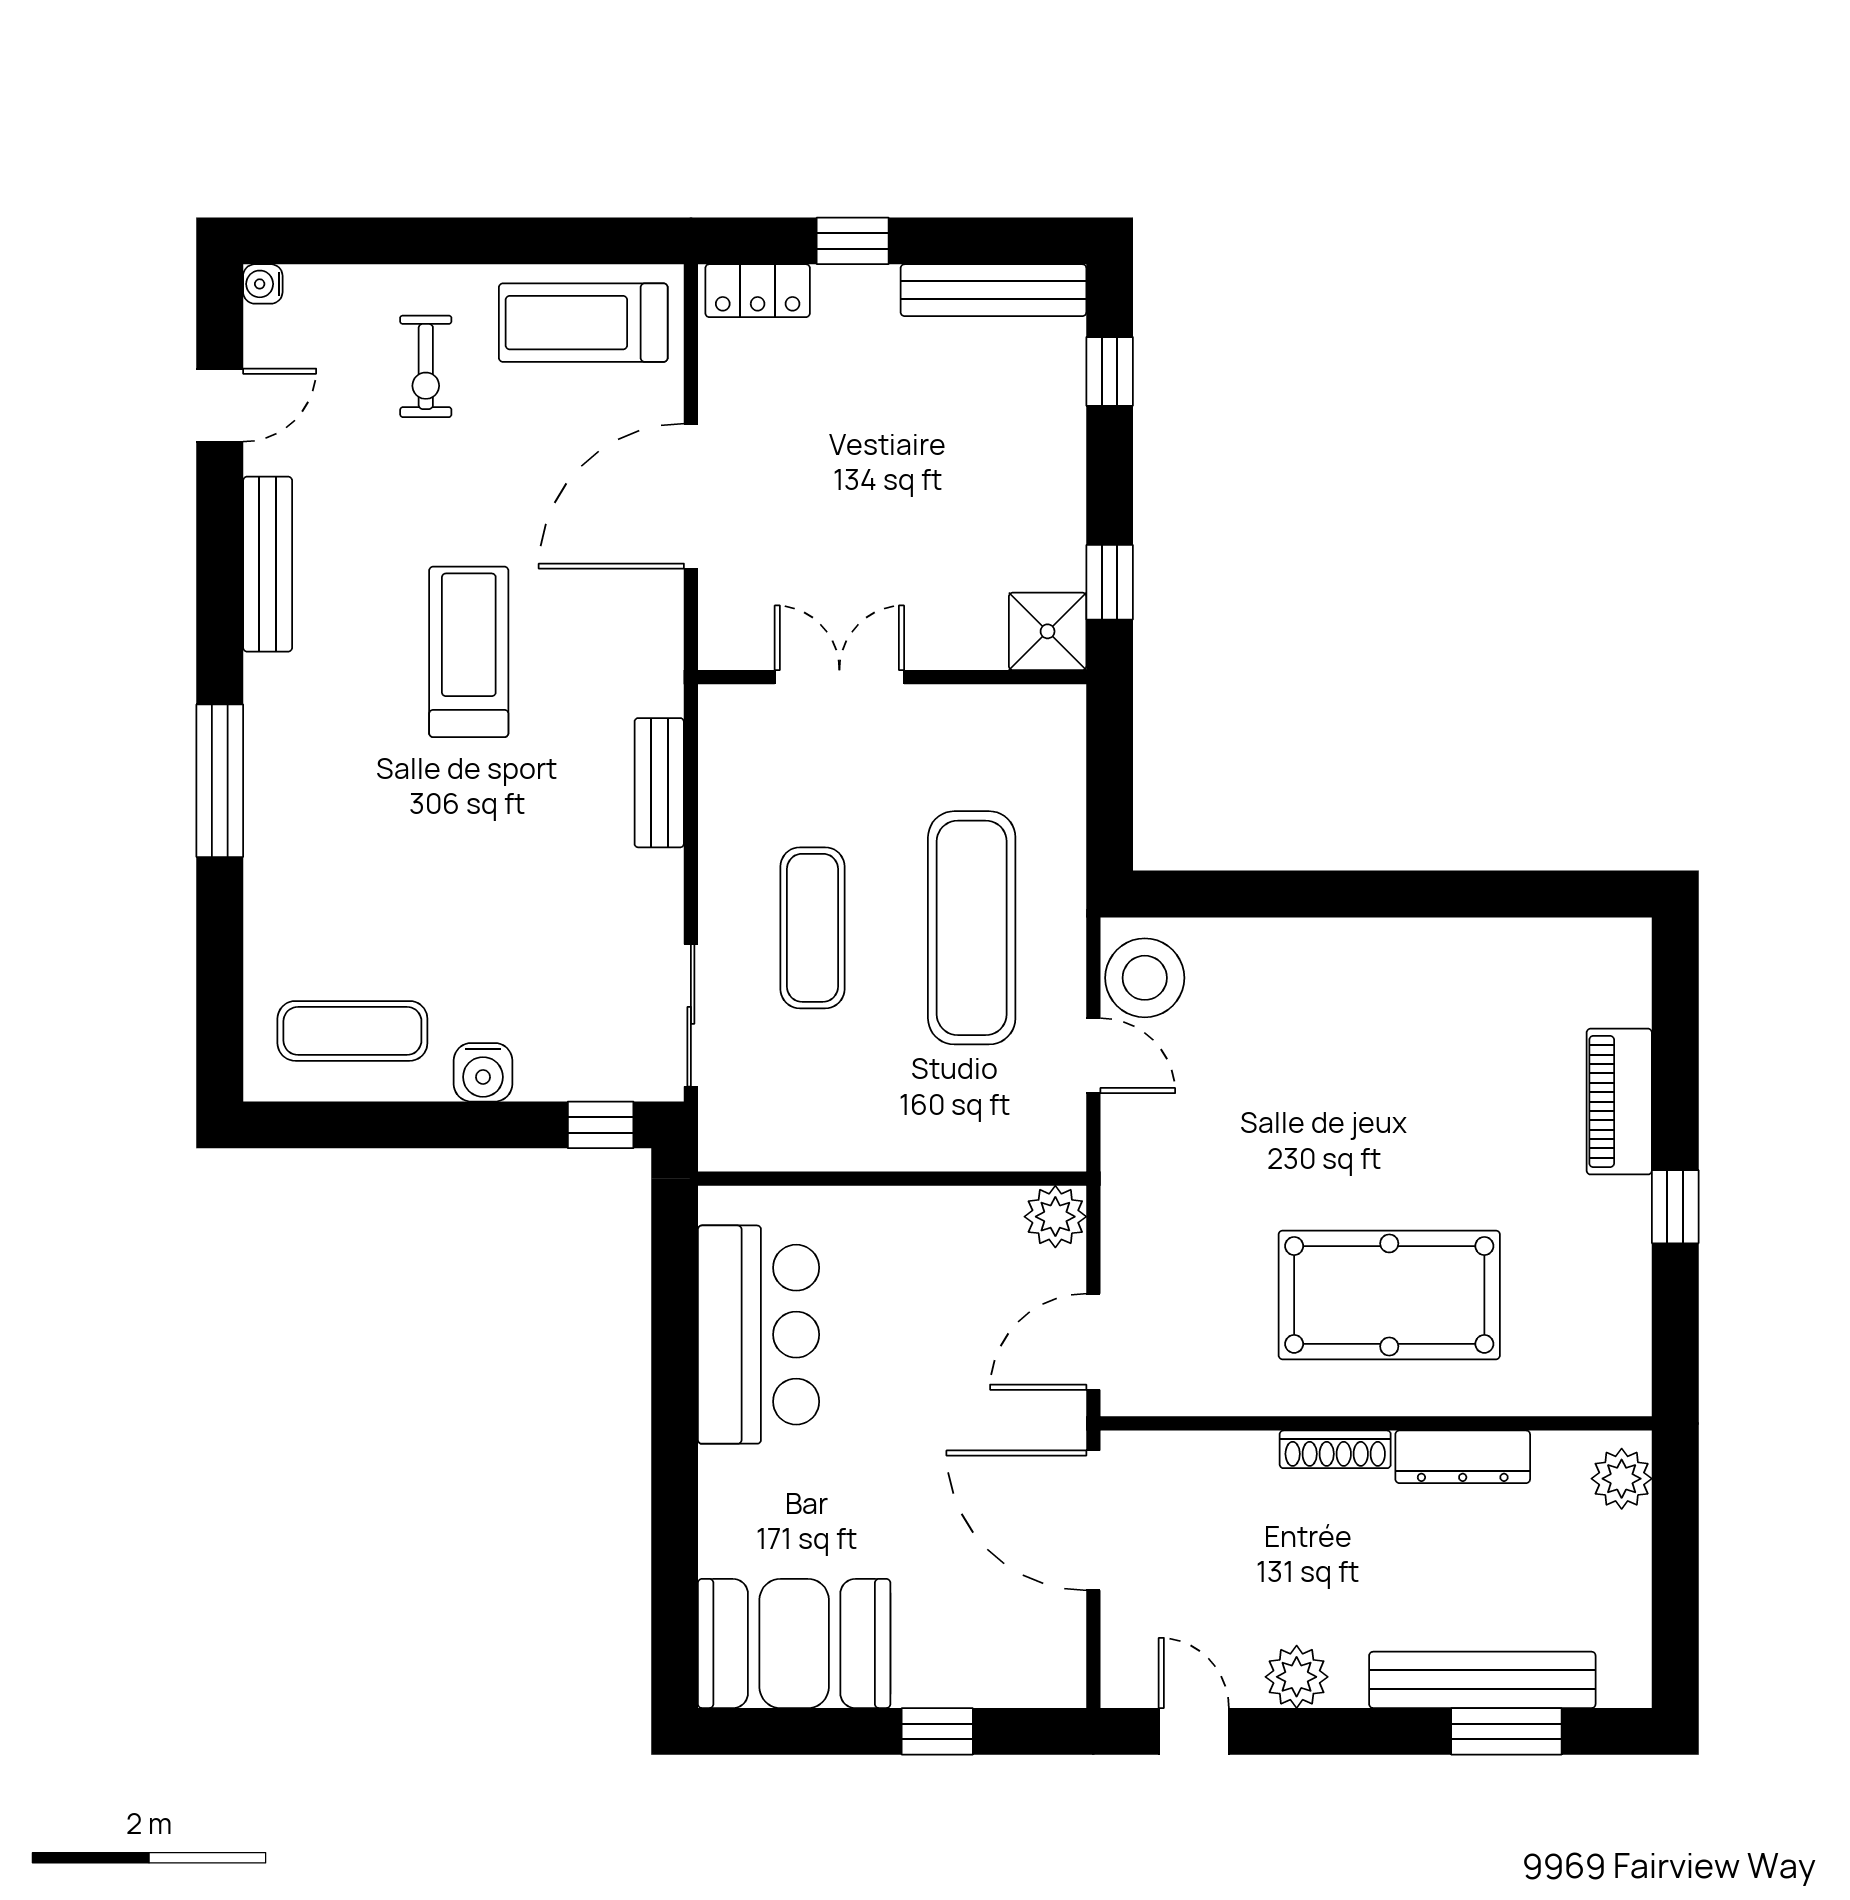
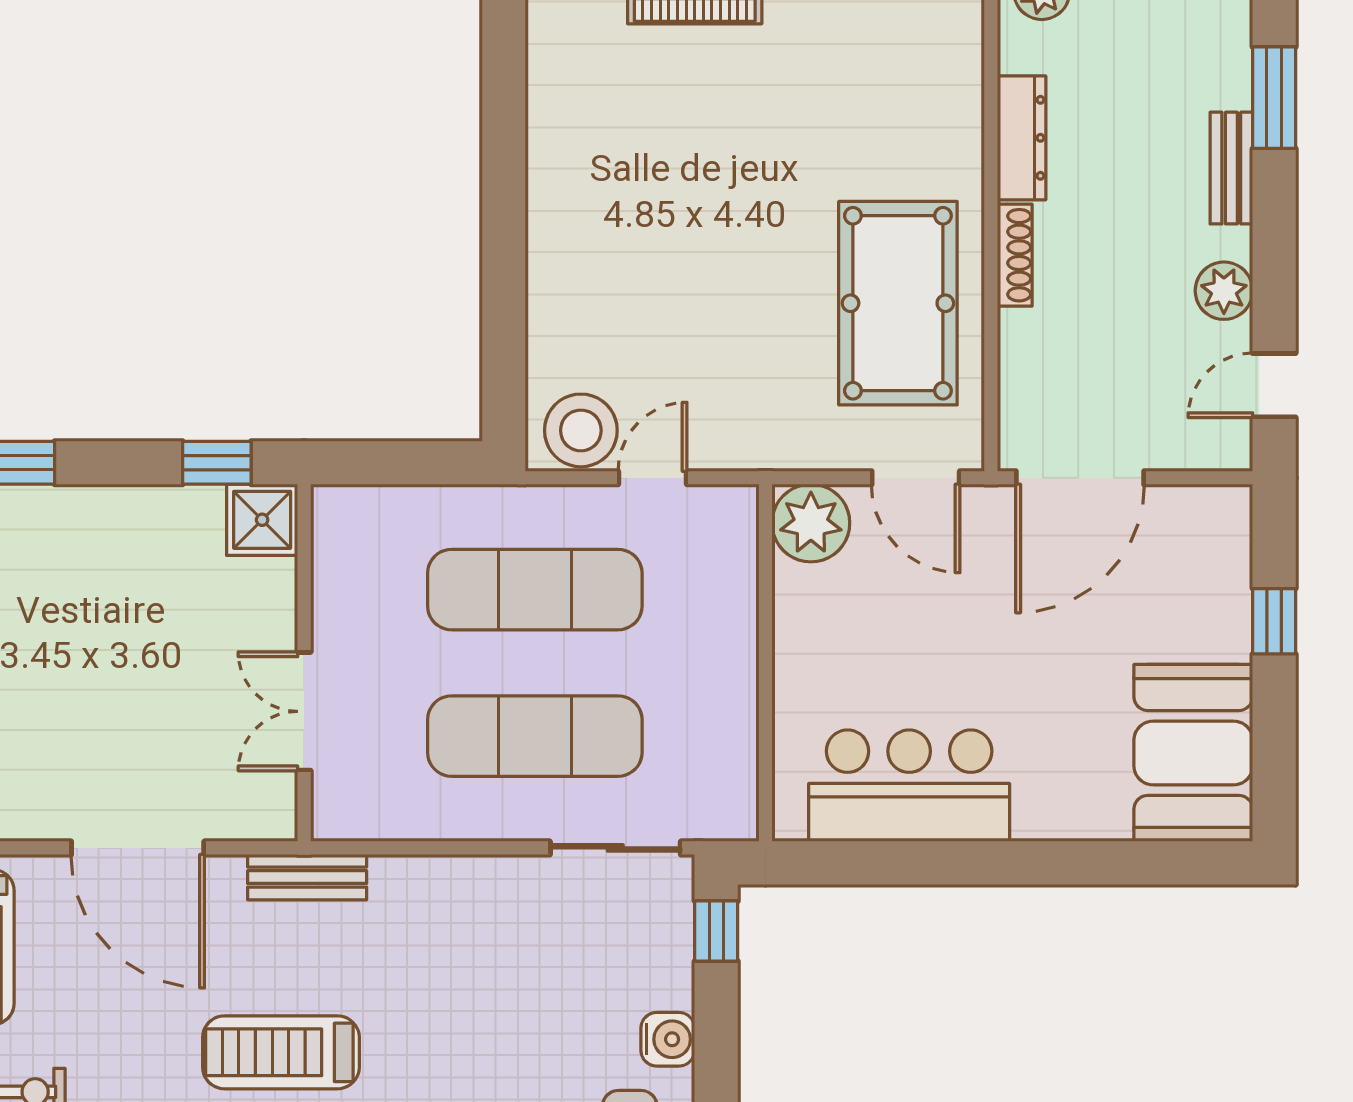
bench: (659, 783) -> (307, 877), moved
exercise mat: (812, 928) -> (535, 736), width x1.36, depth x1.45
plant: (1055, 1217) -> (811, 523), width x1.36, depth x1.36
pool table: (1389, 1295) -> (898, 303), moved
bench: (1482, 1680) -> (1231, 168), width x0.54, depth x0.82

